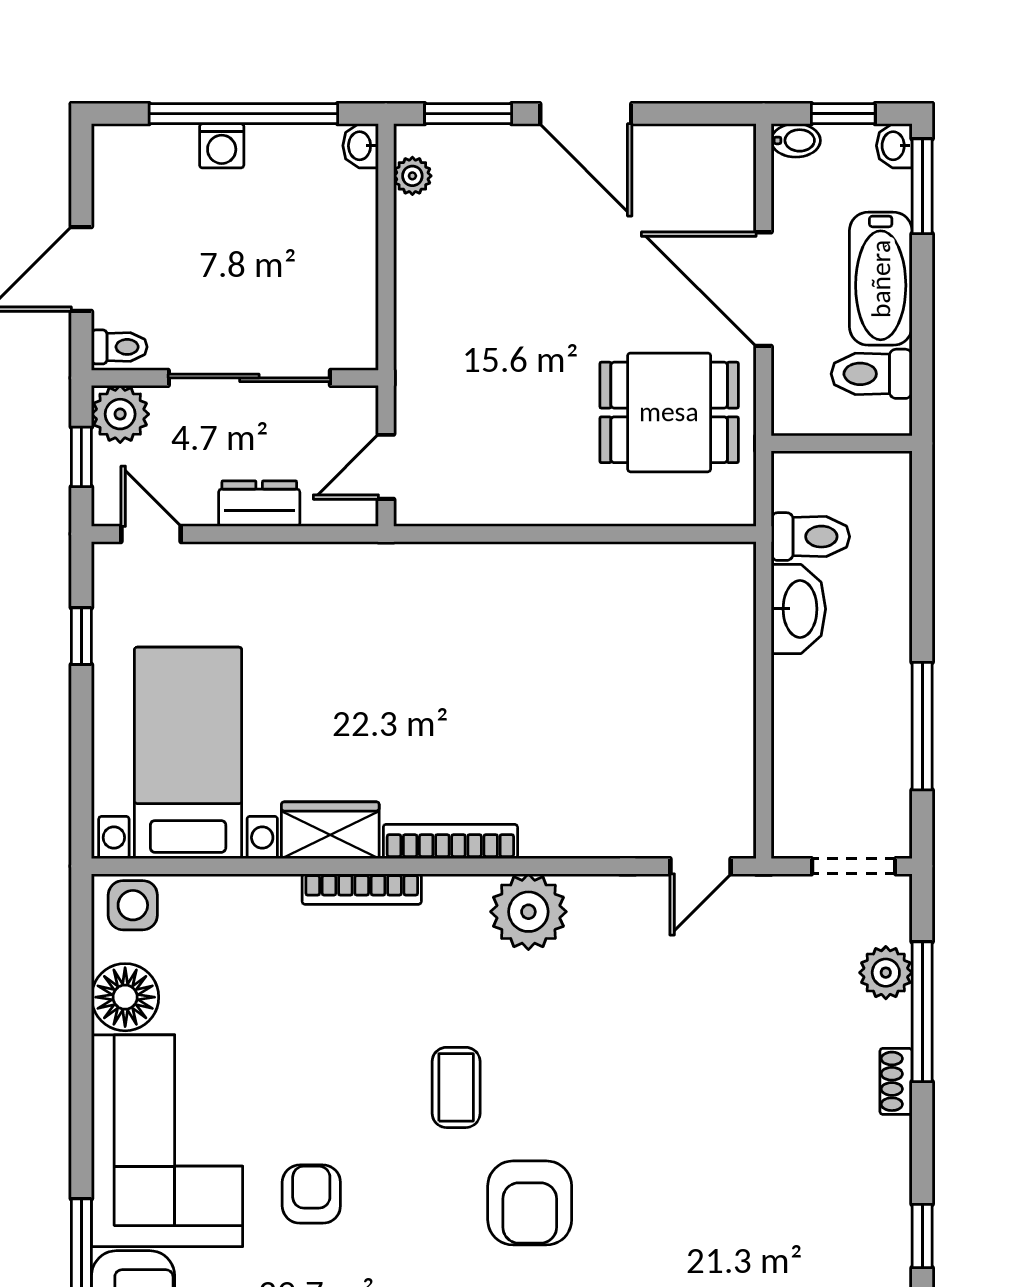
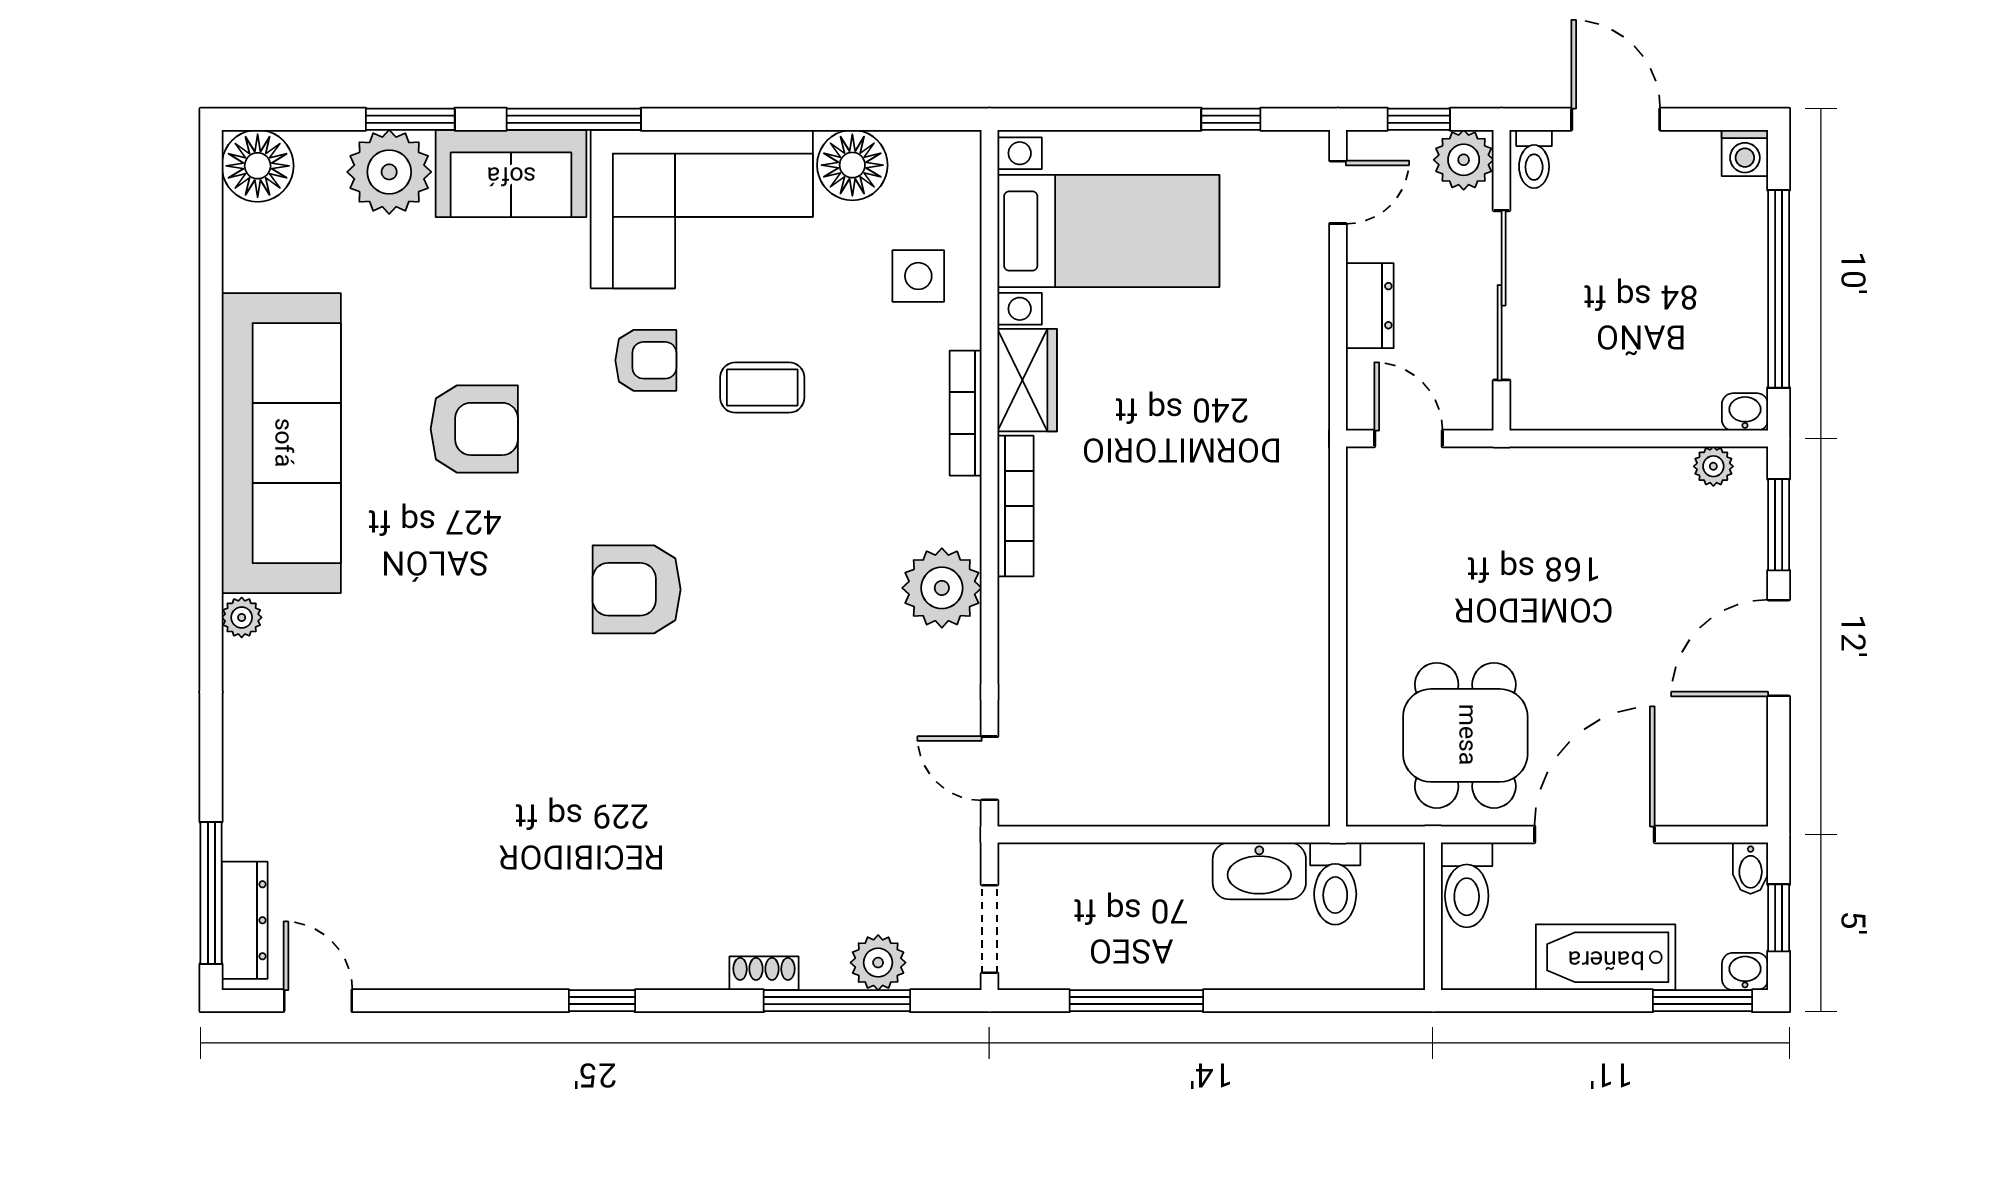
washing machine: (222, 146) -> (1745, 153), moved, turned -90
toilet: (872, 374) -> (1467, 885), moved, turned 180
side table: (133, 905) -> (918, 276), moved
coffee table: (456, 1087) -> (762, 388), moved

